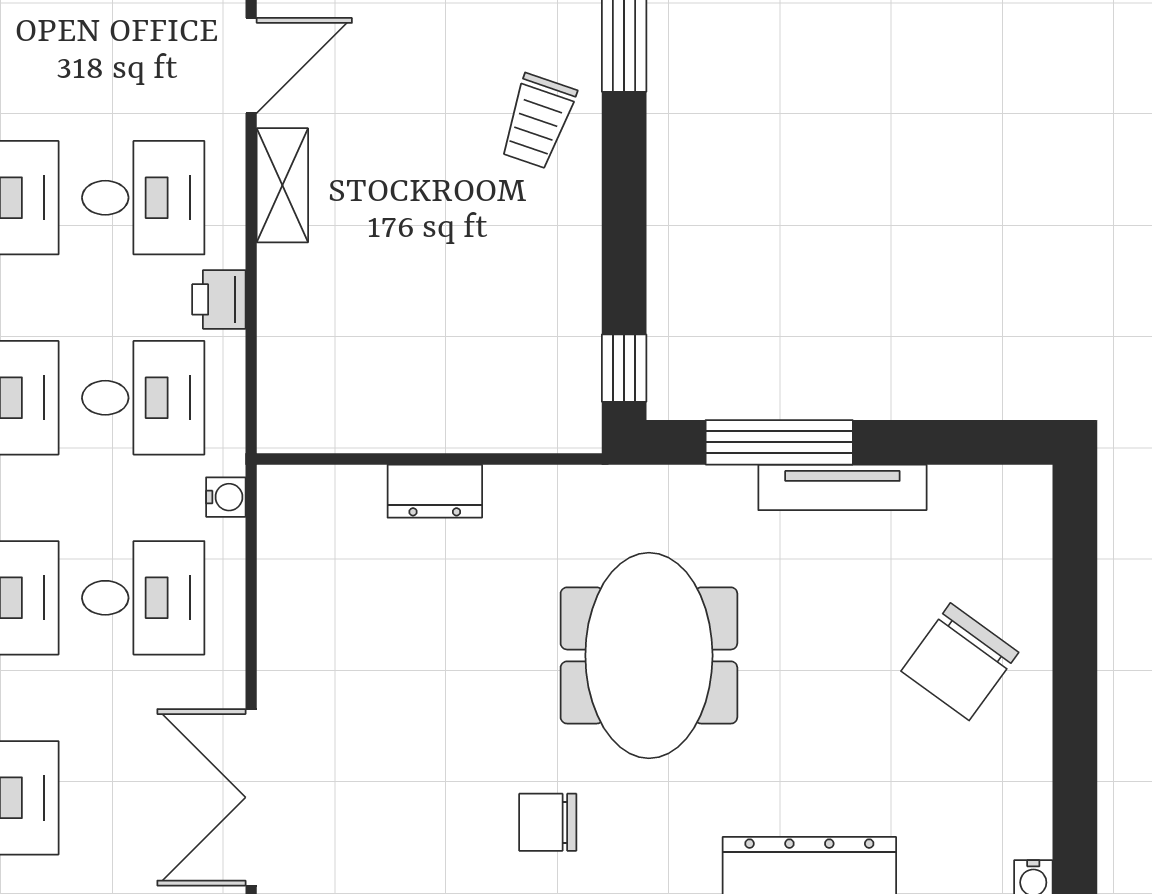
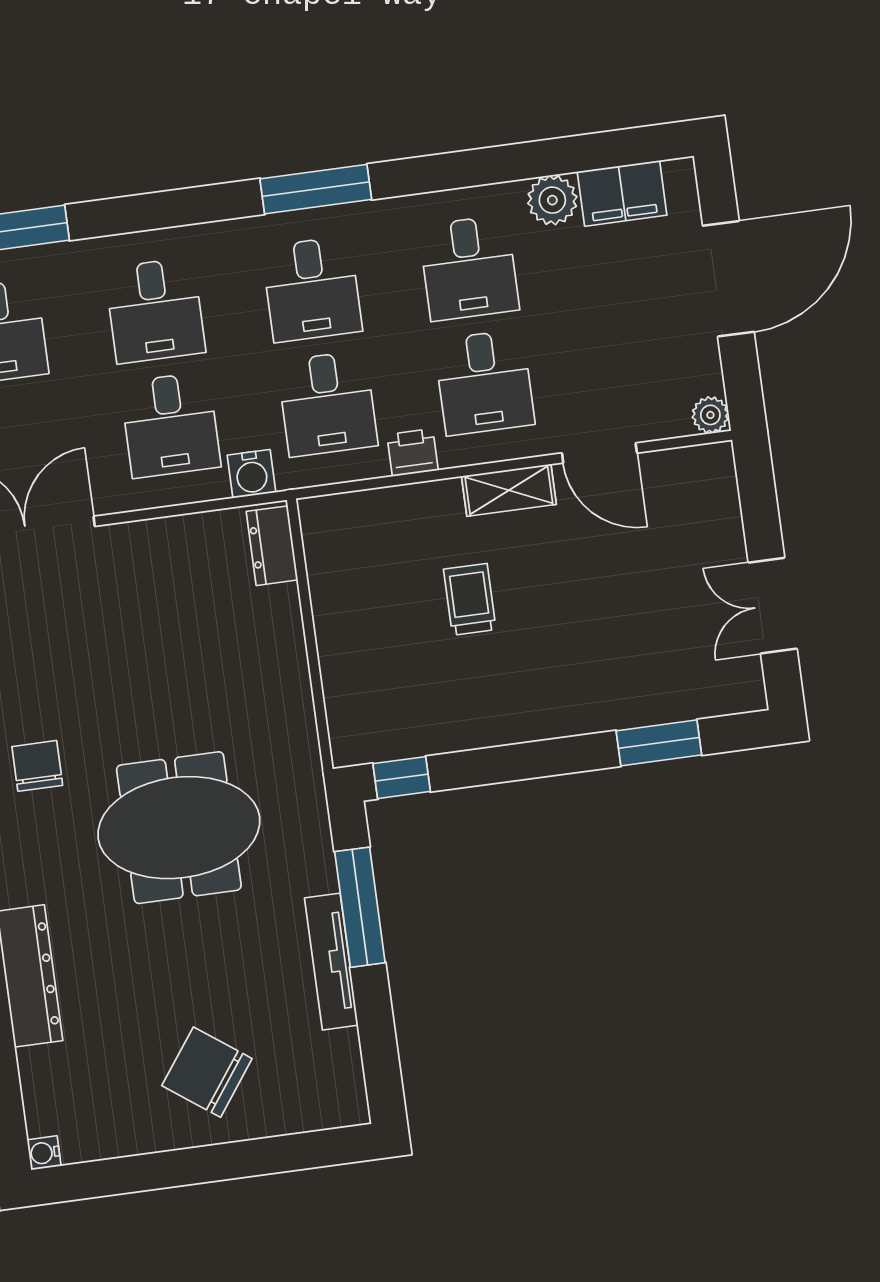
trolley: (538, 121) -> (470, 599), moved, turned 71
dresser: (435, 491) -> (272, 546), moved
water cooler: (226, 497) -> (251, 474), width x1.38, depth x1.38

